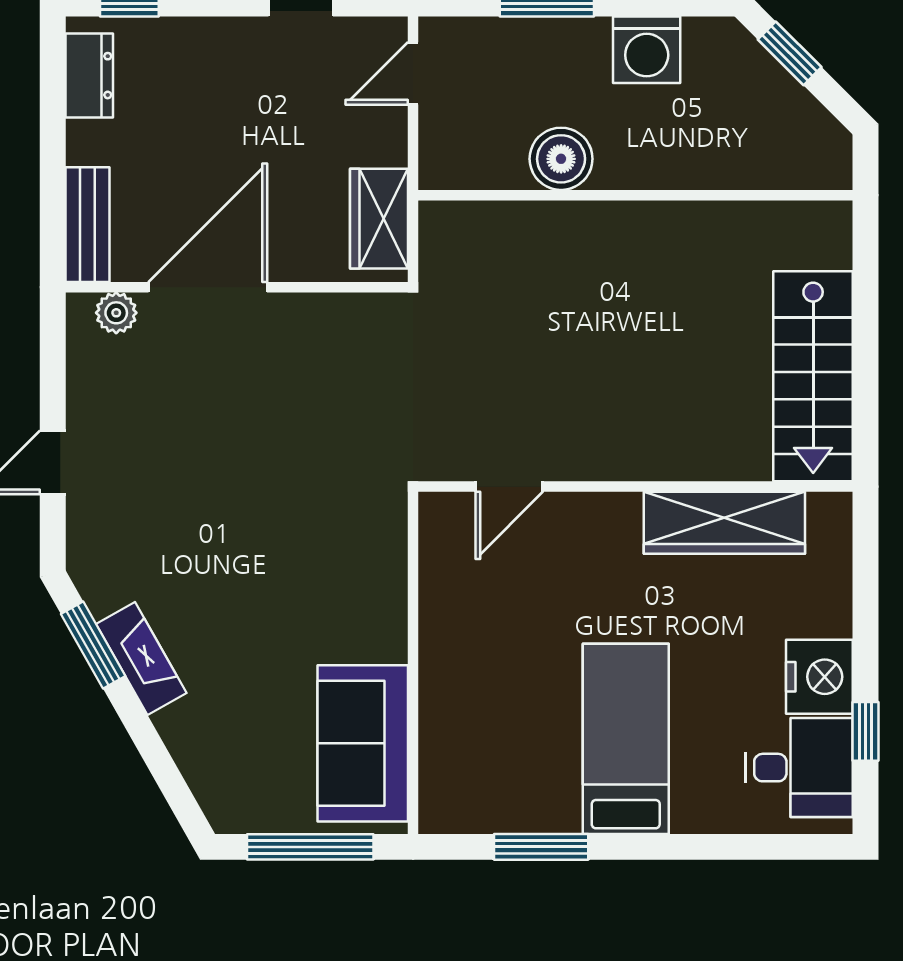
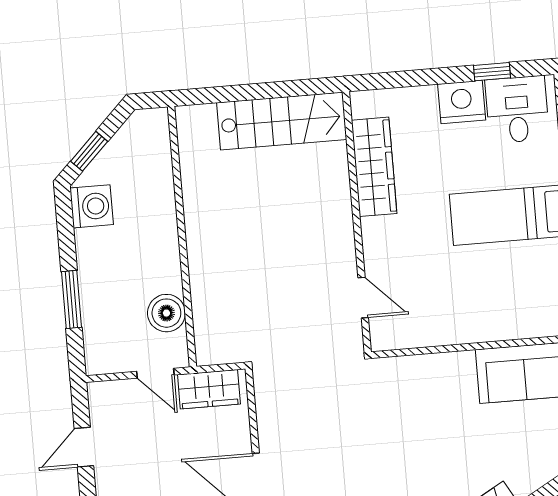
washing machine: (647, 50) -> (92, 206), moved
door: (413, 73) -> (155, 373), moved
boiler: (561, 159) -> (166, 313), moved

